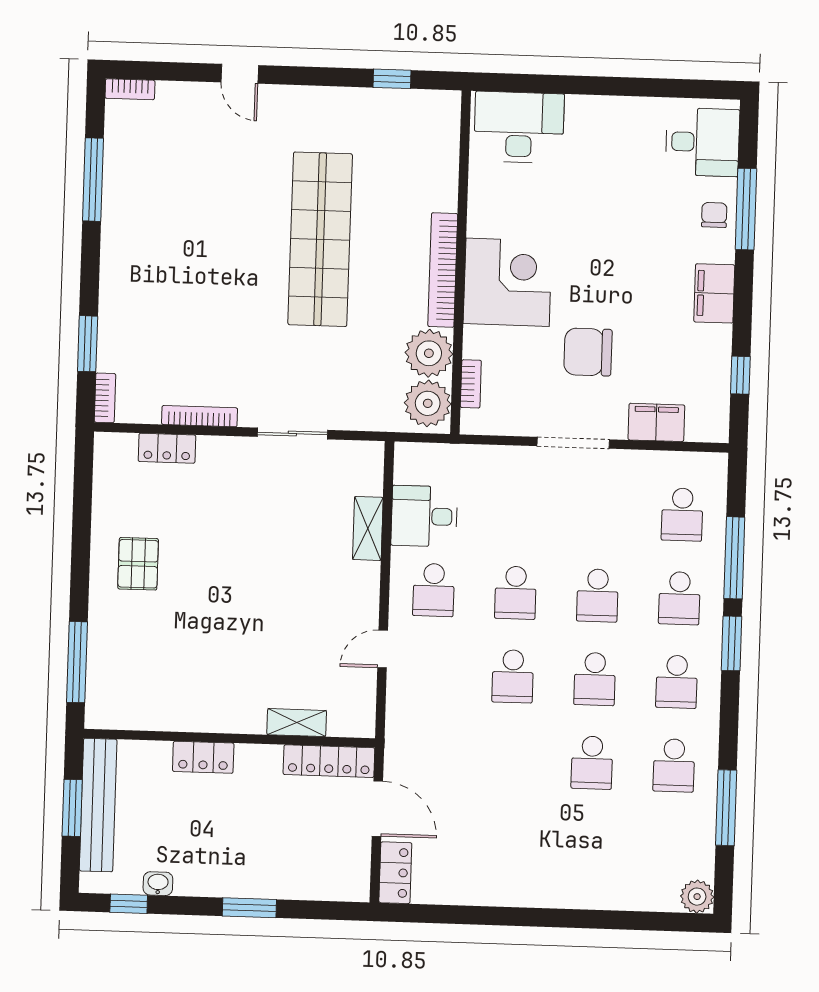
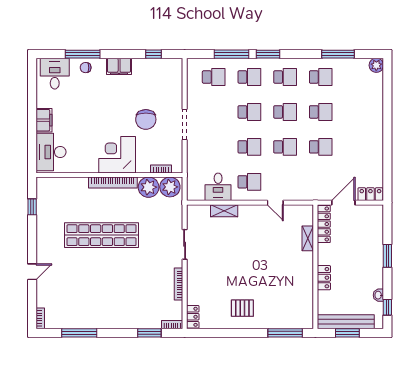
filing cabinet: (656, 422) -> (44, 120), moved, turned 180
locker: (167, 448) -> (193, 317), moved
school desk: (510, 760) -> (321, 147), added

